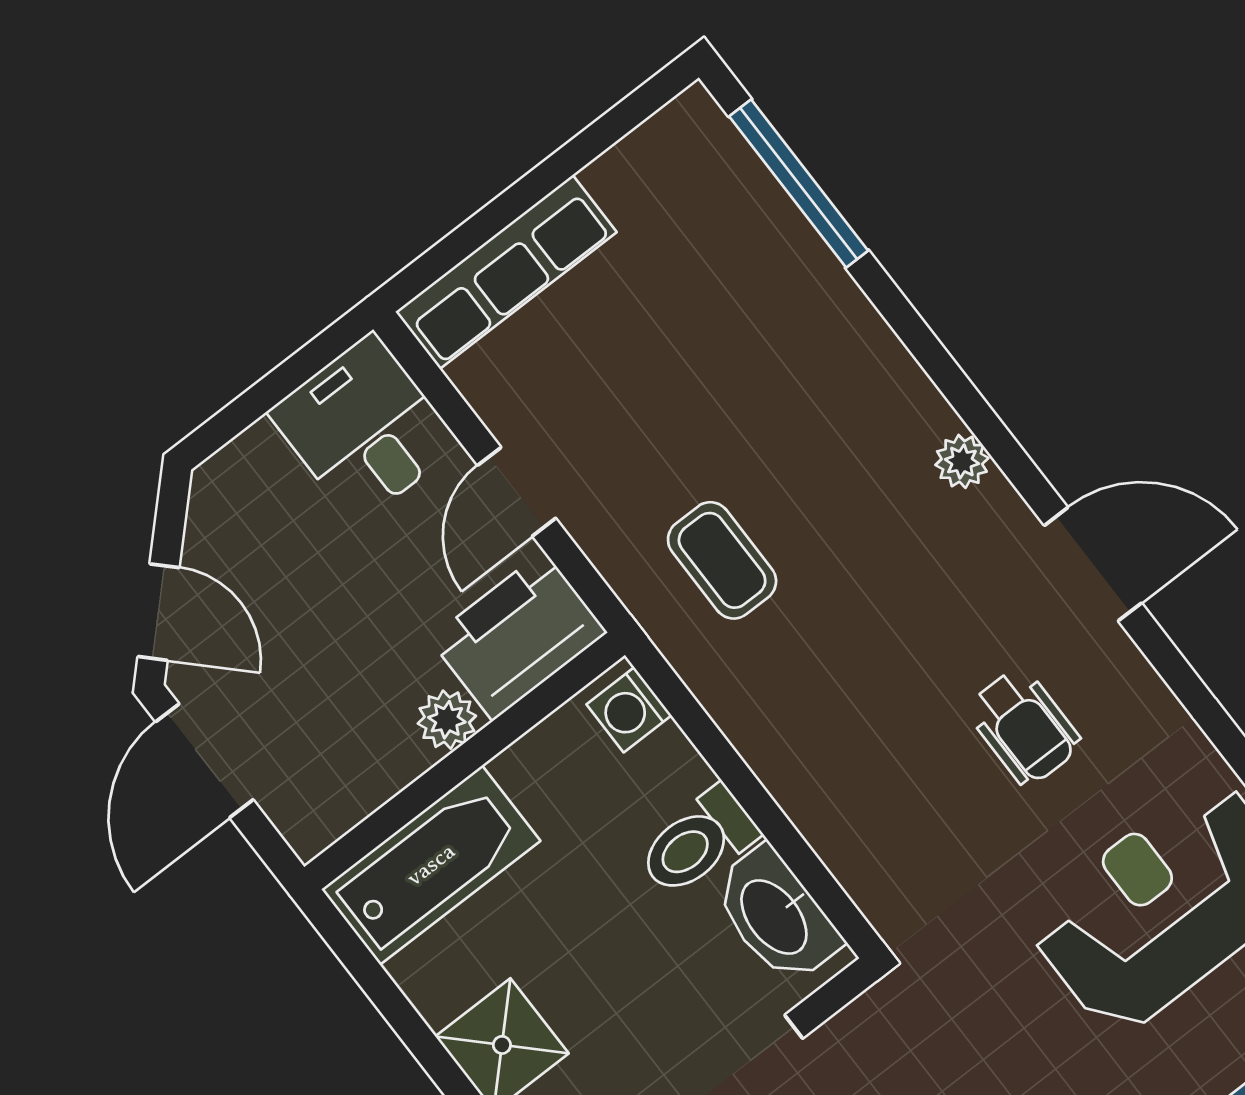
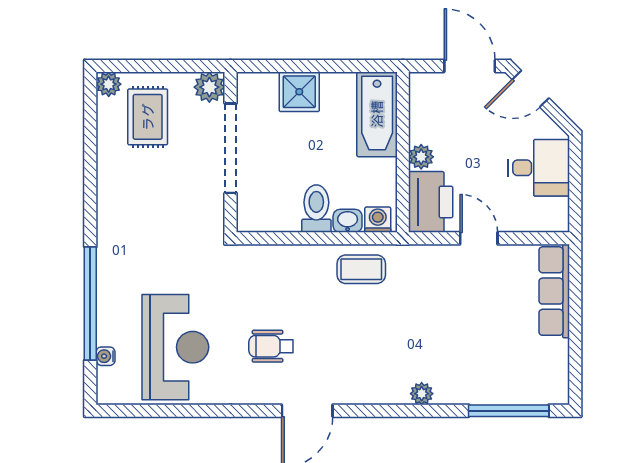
desk: (364, 428) -> (539, 168), moved
plant: (962, 461) -> (422, 394), moved
coffee table: (722, 560) -> (361, 269), moved
washbasin: (776, 916) -> (348, 221), moved, width x0.52, depth x0.69

